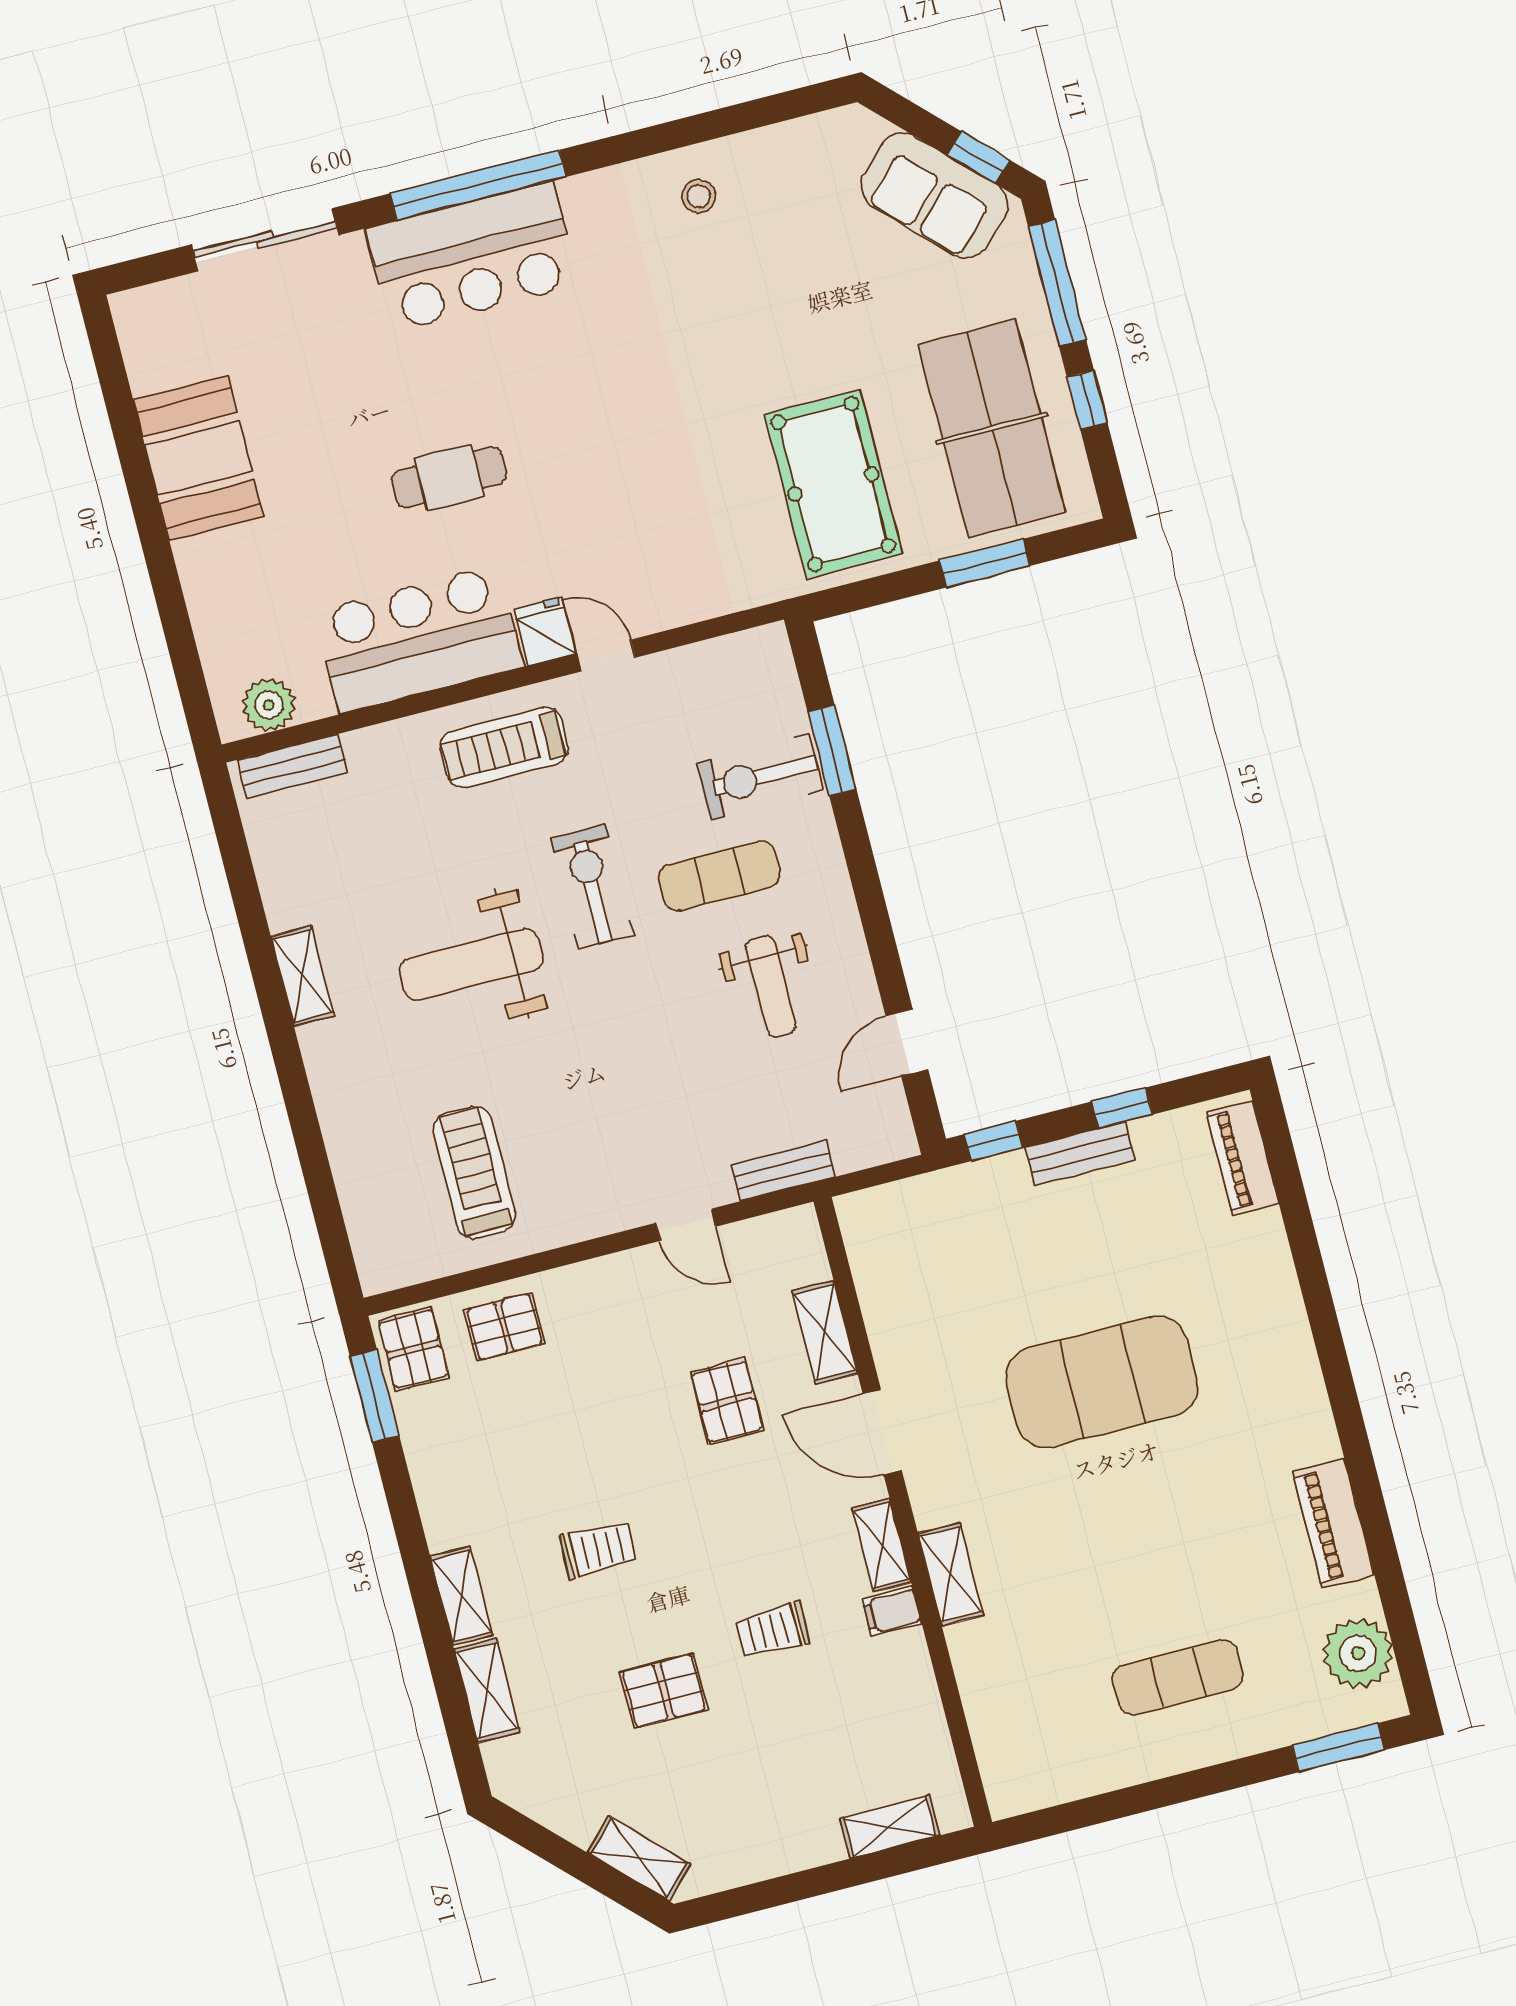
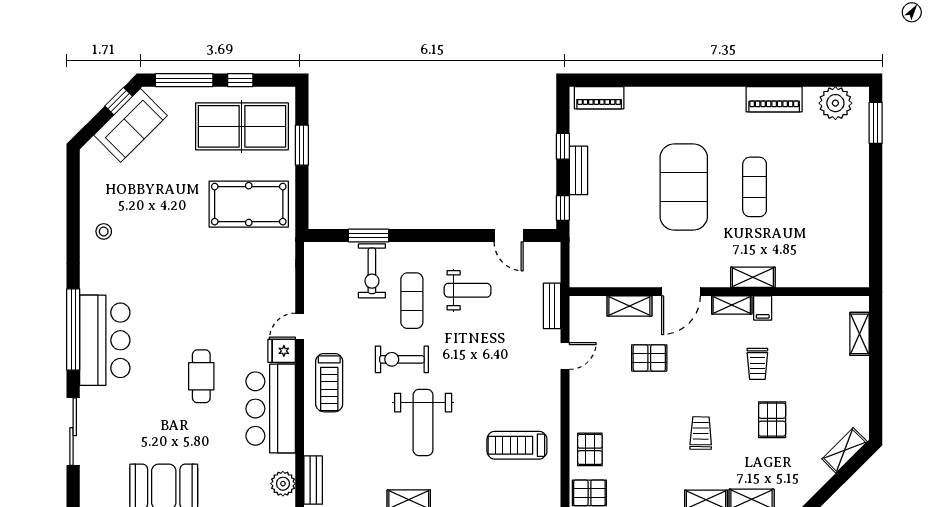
exercise mat: (1178, 1677) -> (755, 187), moved

